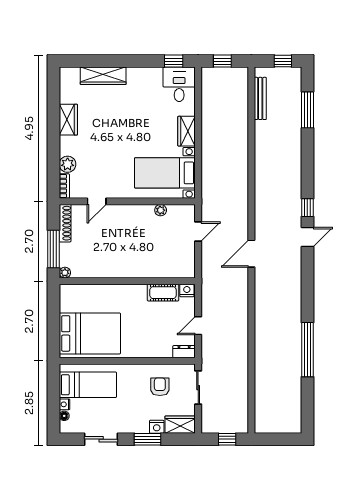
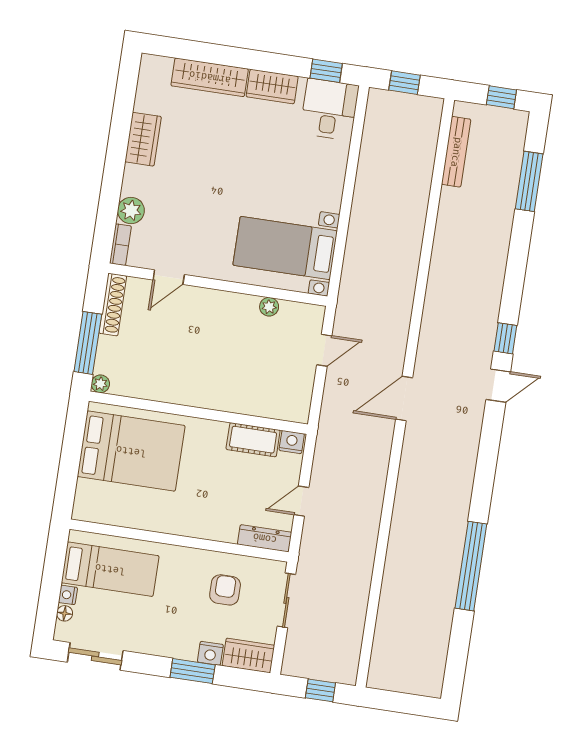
wardrobe: (187, 131) -> (272, 87), moved, turned -90
bed: (90, 333) -> (131, 451), moved
dresser: (184, 352) -> (265, 538), width x1.44
sliding door: (101, 439) -> (95, 656), moved

